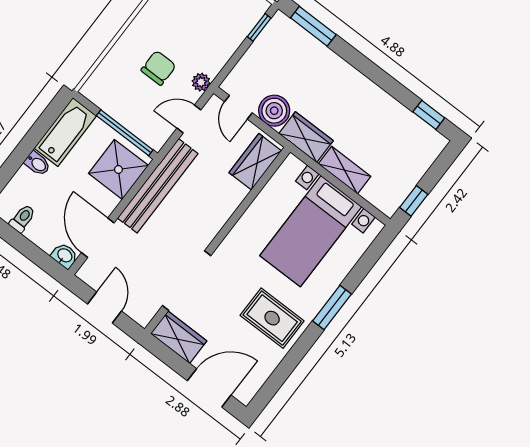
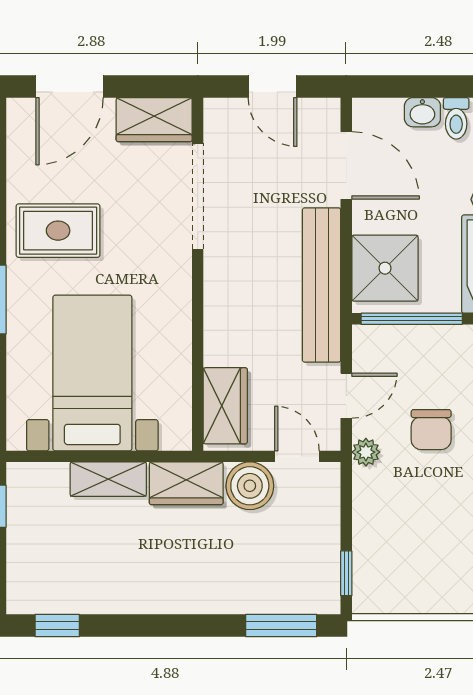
washbasin: (64, 256) -> (422, 112), moved

